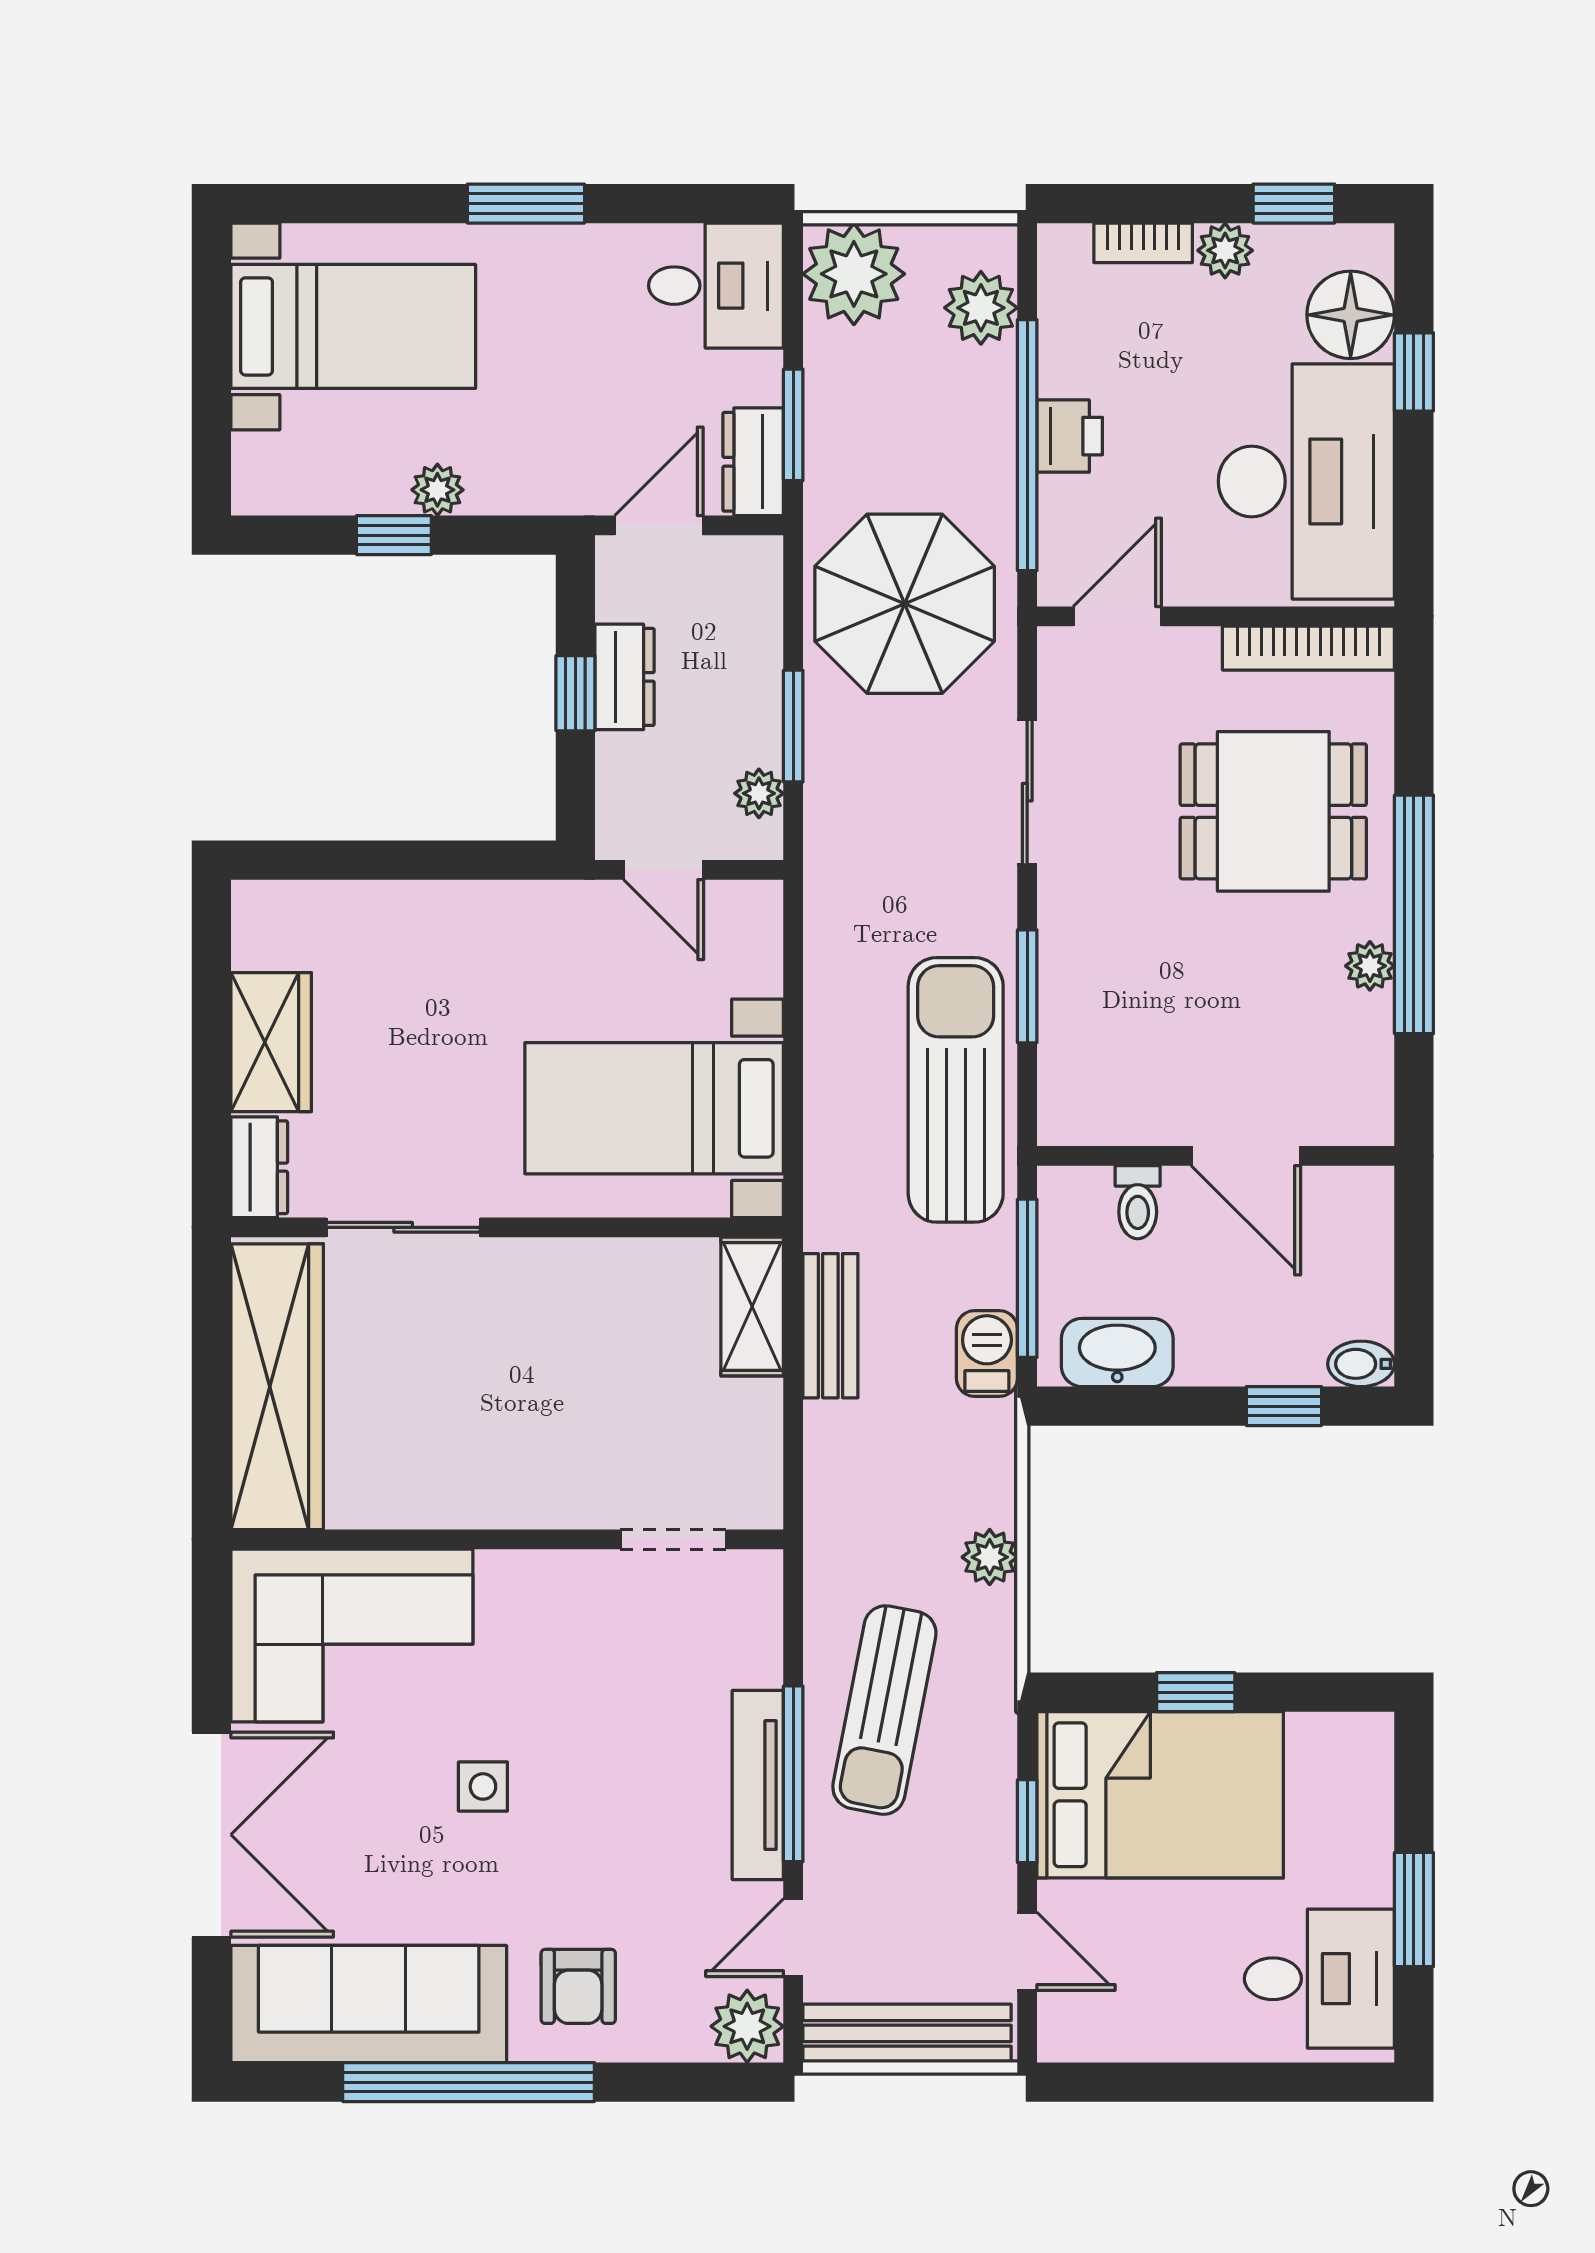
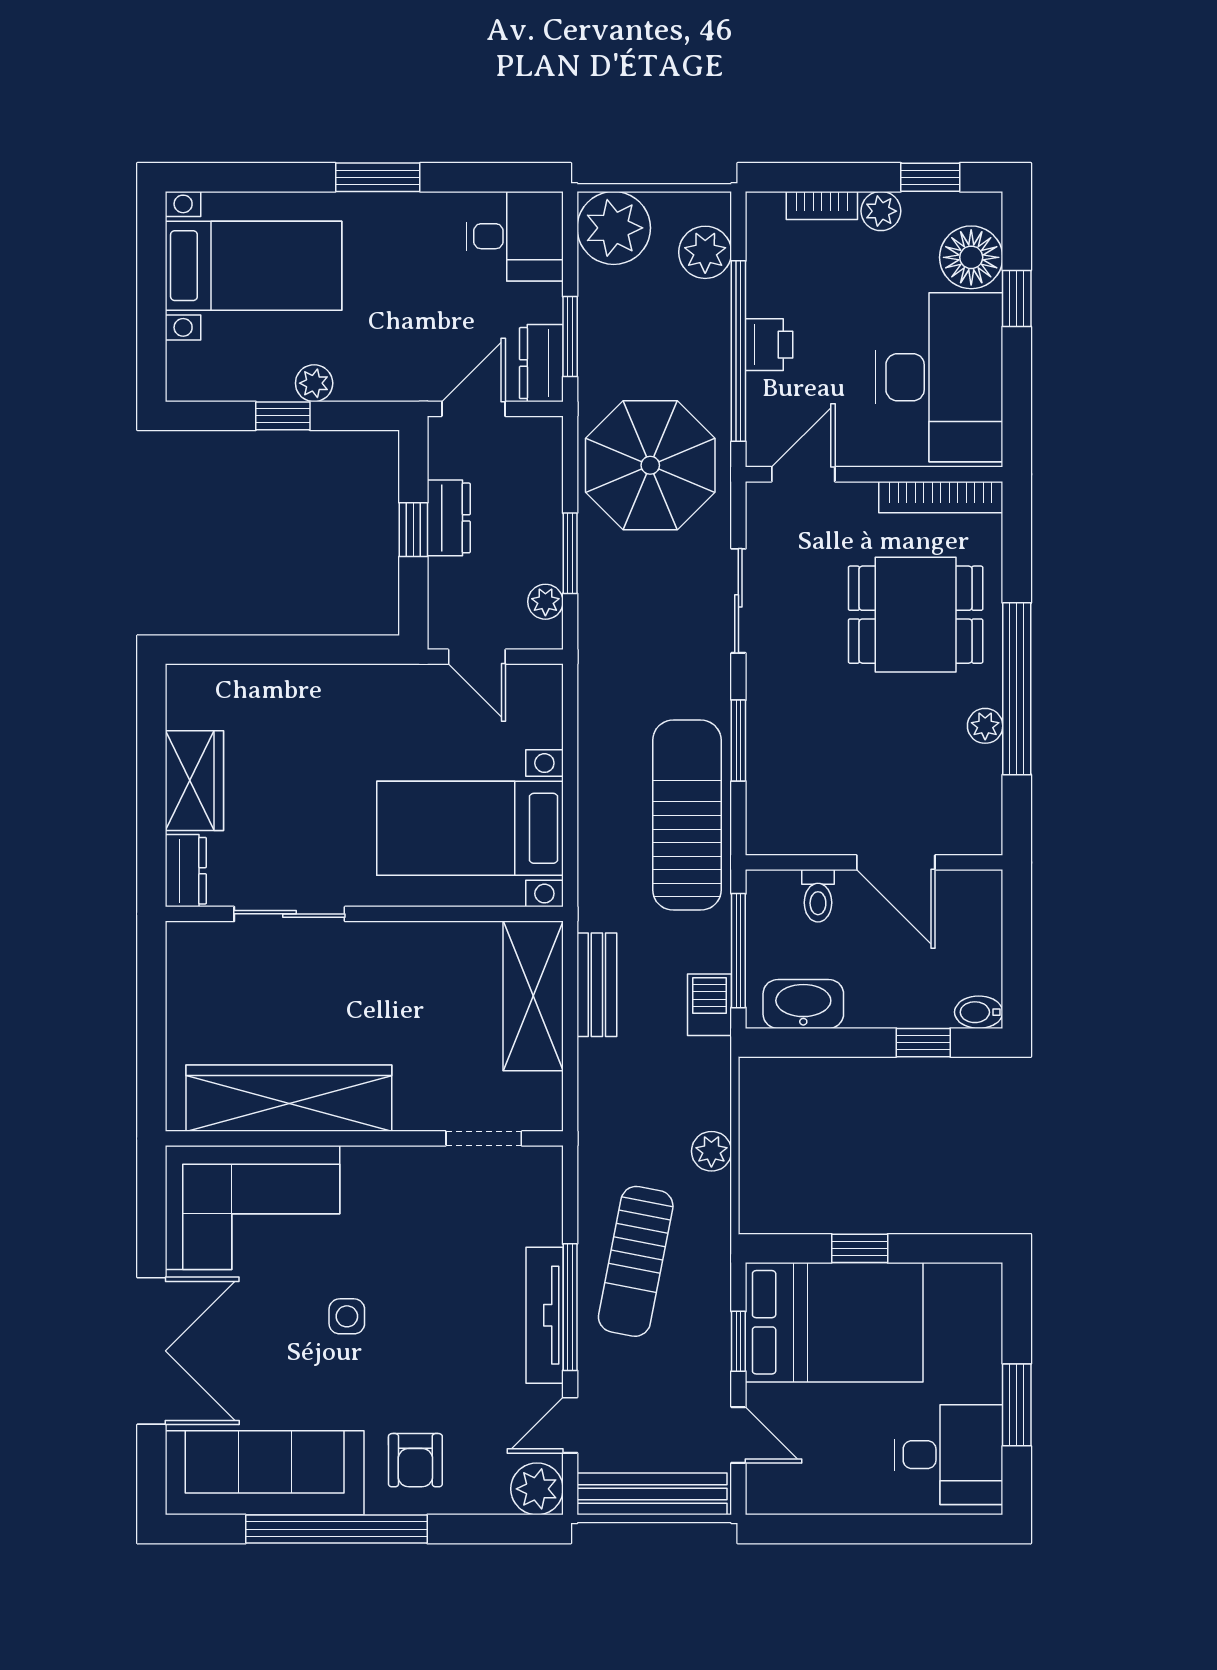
shelving: (752, 1306) -> (533, 996), width x1.50, depth x1.33
wardrobe: (277, 1387) -> (289, 1098), moved, turned -90

